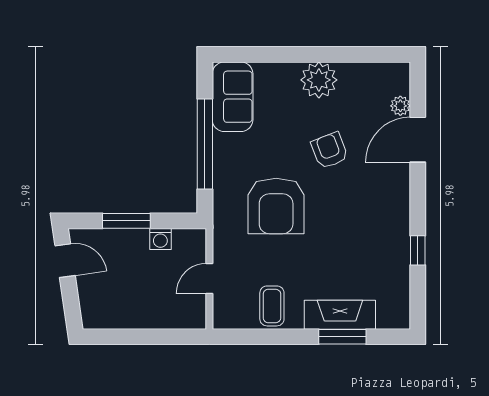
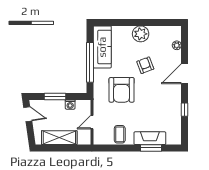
sofa: (233, 97) -> (102, 47), width x1.36
door: (418, 140) -> (185, 74), moved
shelving: (136, 313) -> (59, 138), added

